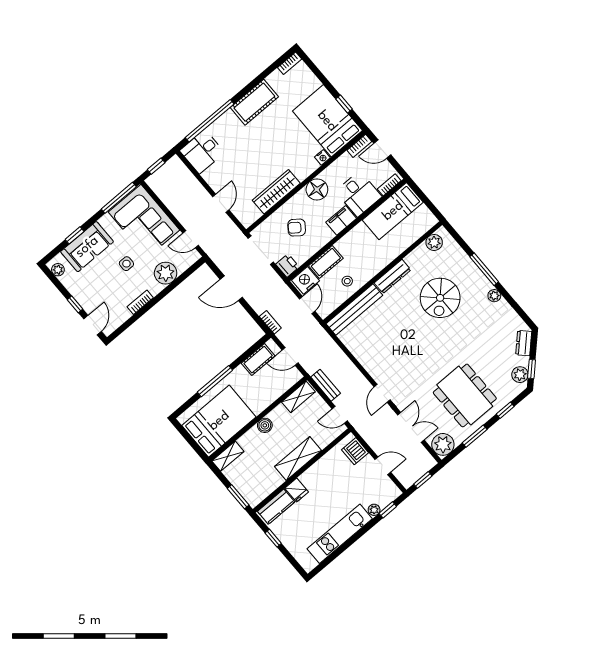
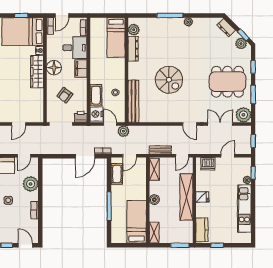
wardrobe: (276, 192) -> (37, 72), moved
door: (221, 203) -> (19, 124), swing flipped
bed: (393, 211) -> (116, 37), moved
dresser: (392, 276) -> (133, 49), moved
door: (231, 288) -> (85, 156), moved
spiral stairs: (440, 298) -> (169, 80), moved
plant: (312, 326) -> (123, 131), added
bed: (219, 421) -> (137, 222), width x0.67
shelving: (298, 458) -> (186, 197), width x1.47
fridge: (297, 490) -> (202, 197), moved

